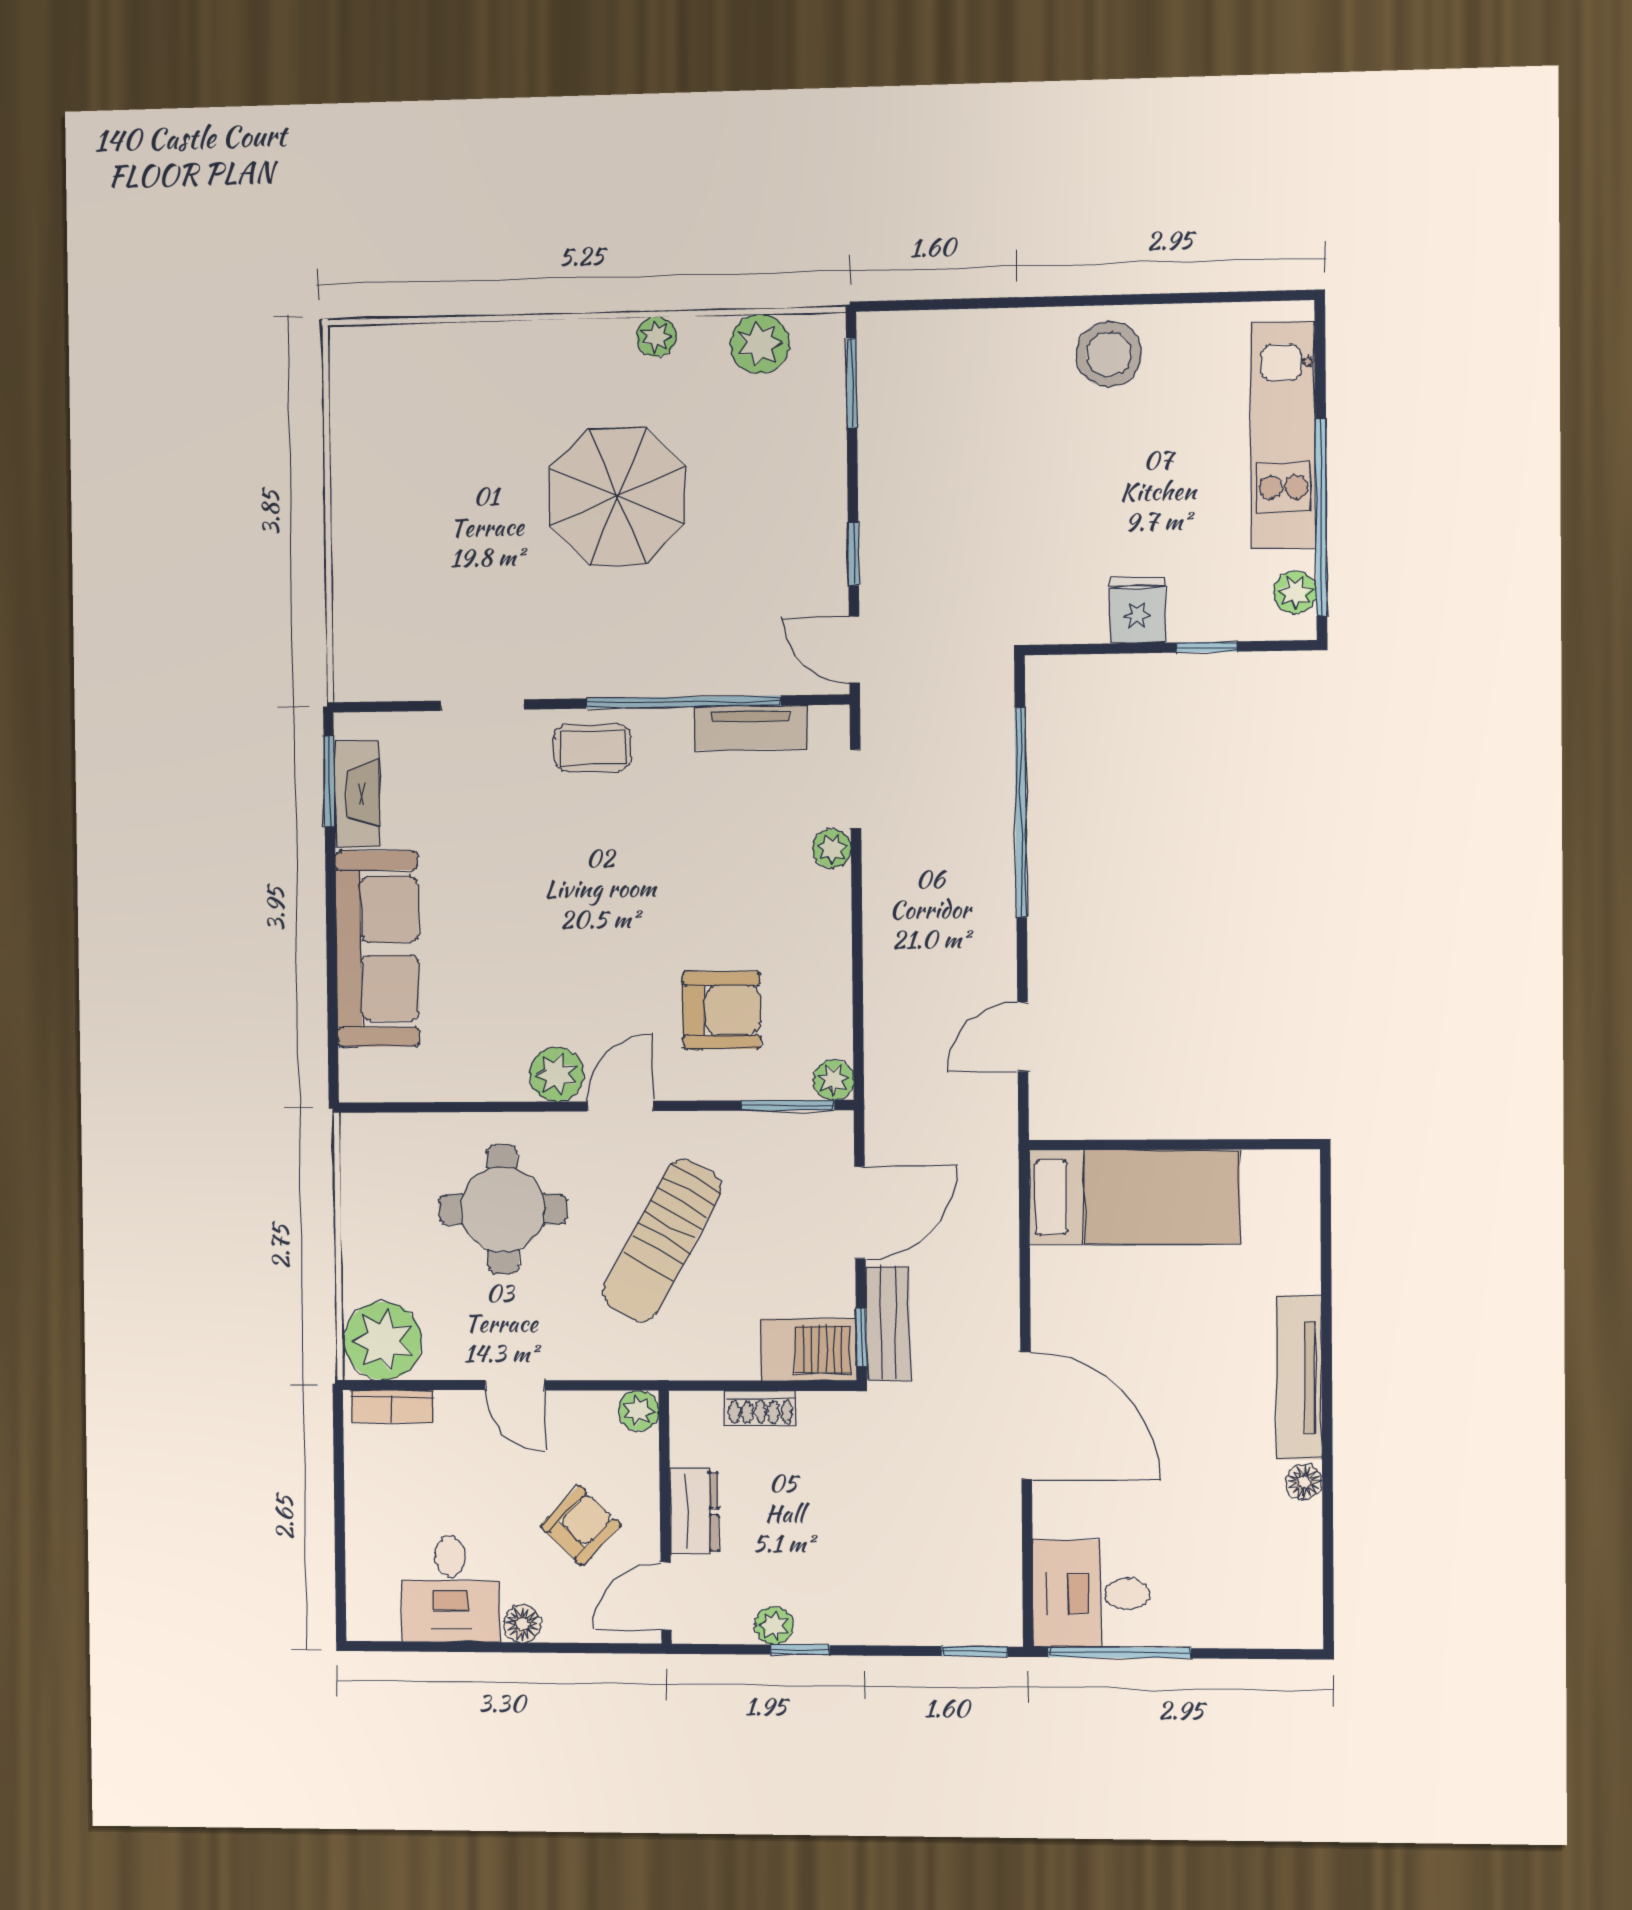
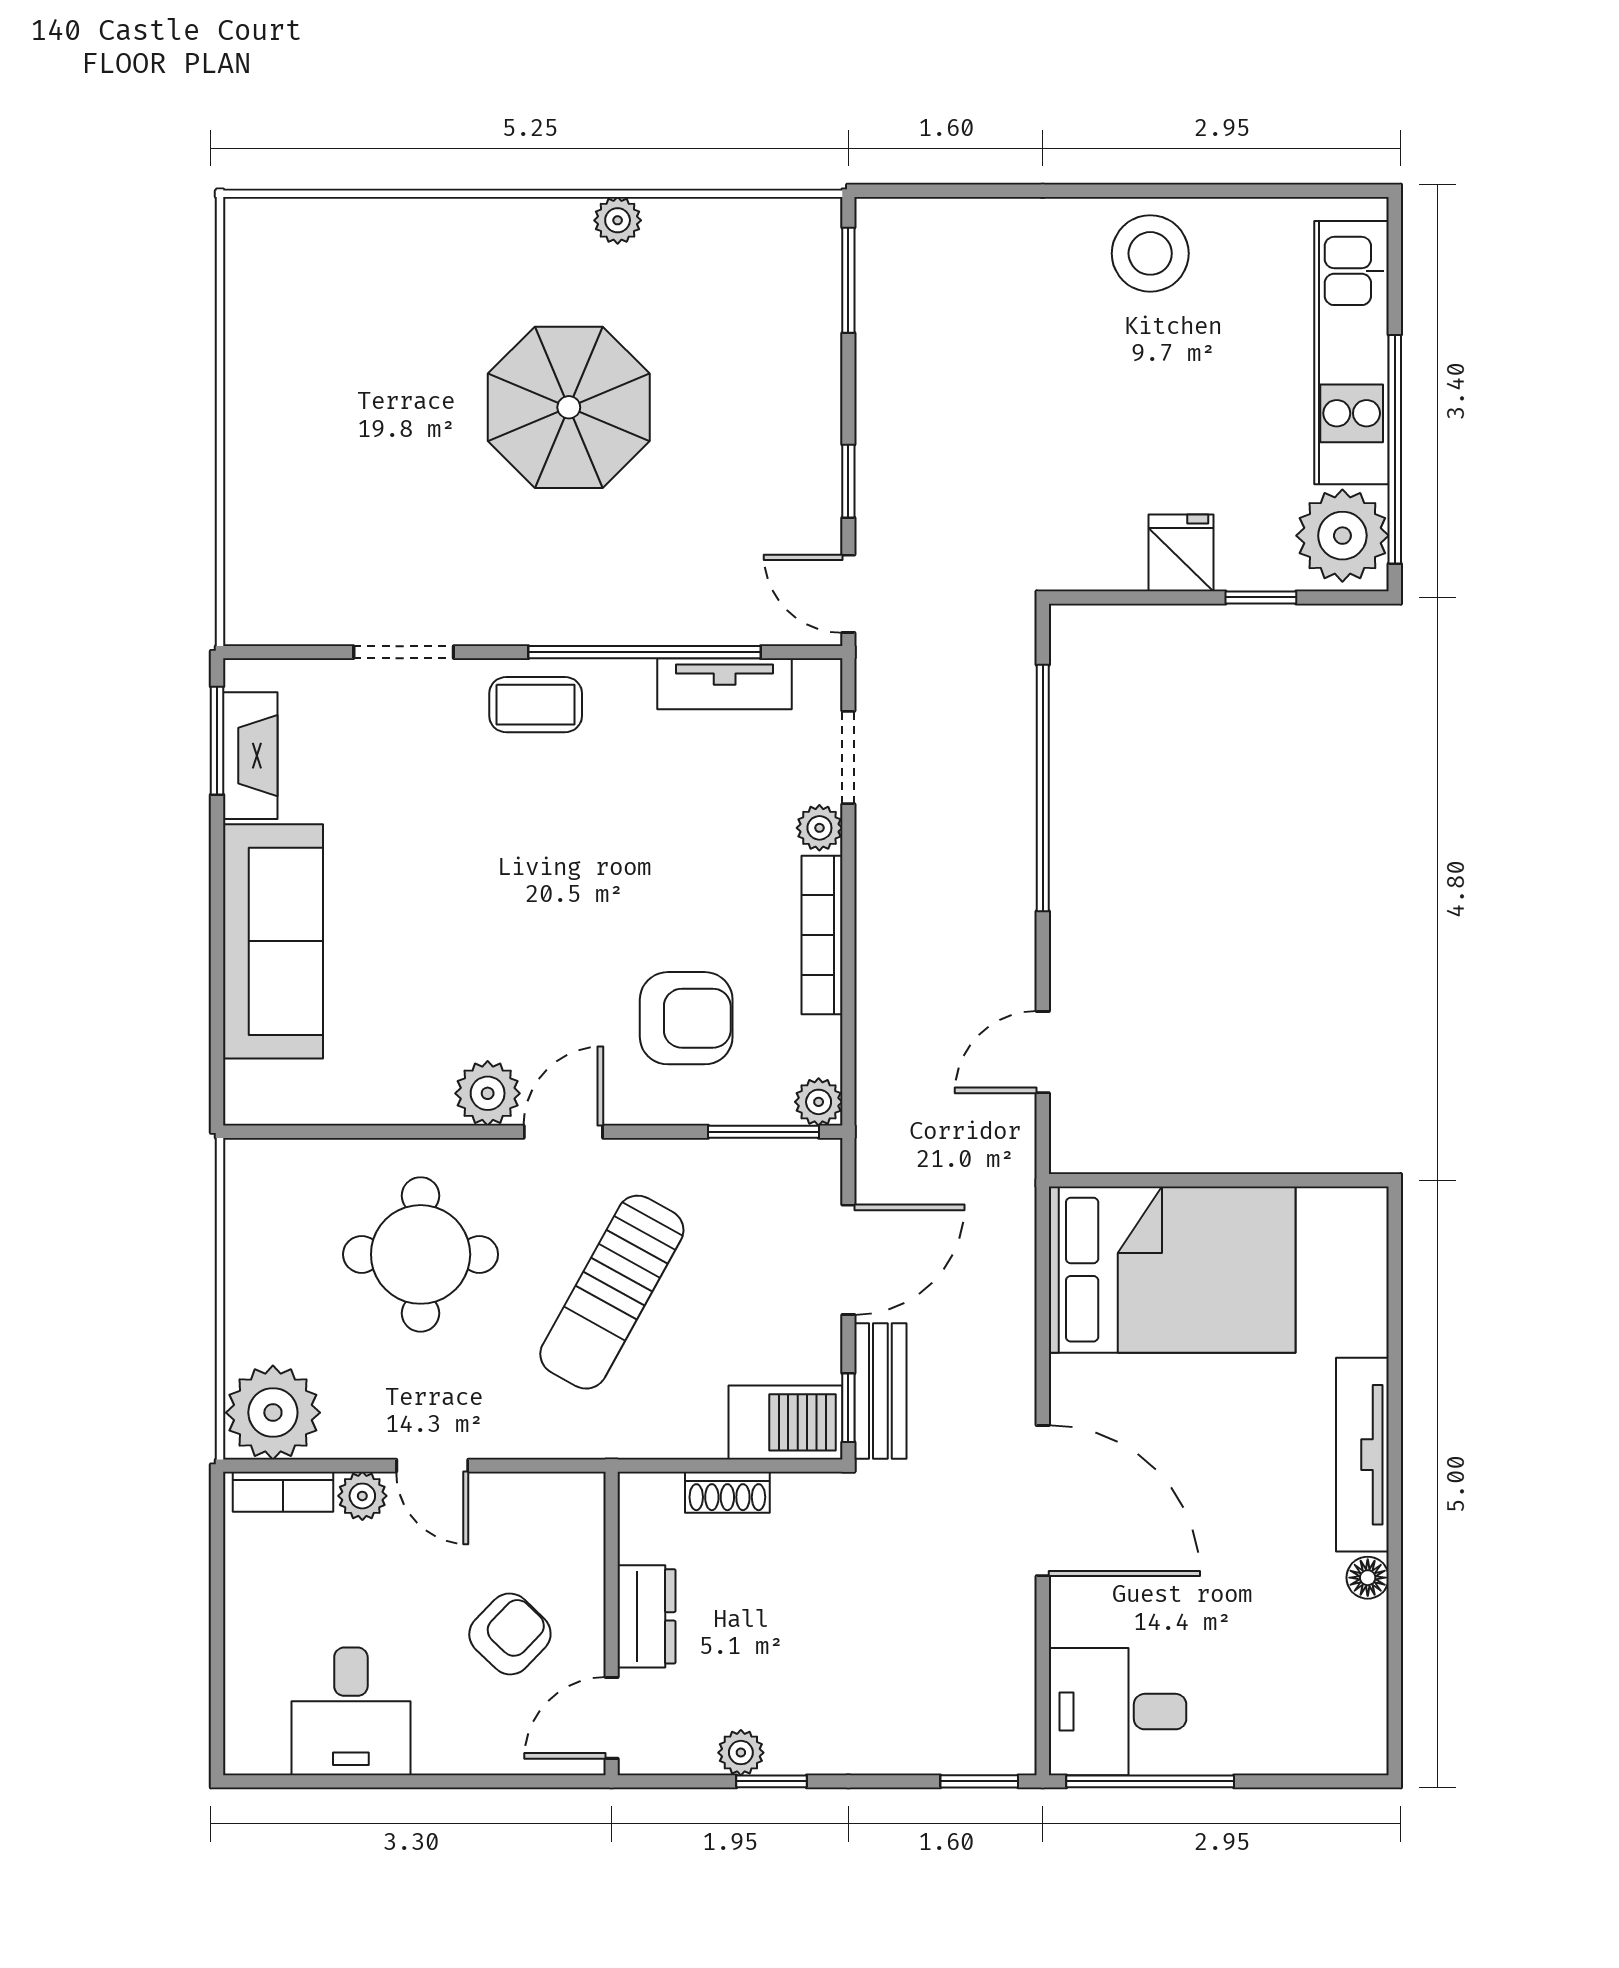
plant: (760, 344) -> (740, 232), removed
plant: (1295, 592) -> (1342, 536), width x1.88, depth x1.88
bookcase: (835, 939) -> (822, 935), added
bed: (1134, 1197) -> (1172, 1270), width x1.50
plant: (639, 1411) -> (362, 1496), moved
floor lamp: (522, 1624) -> (438, 1753), removed

